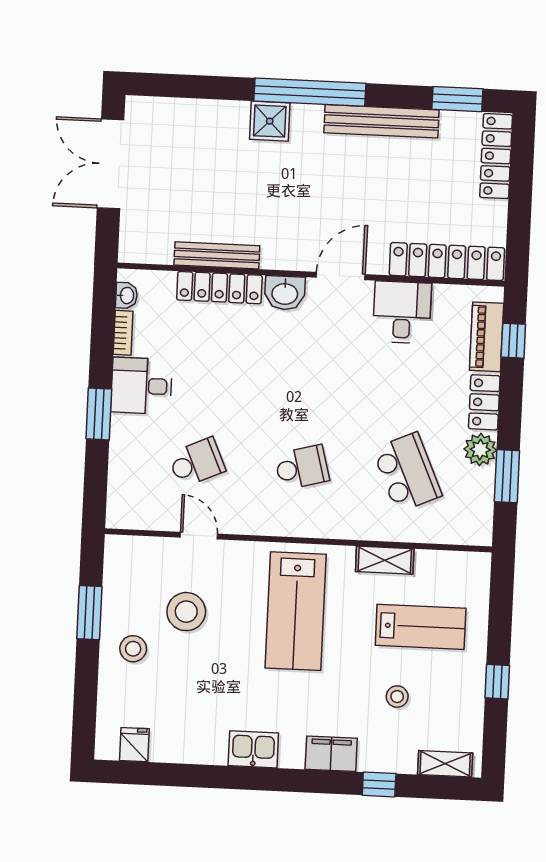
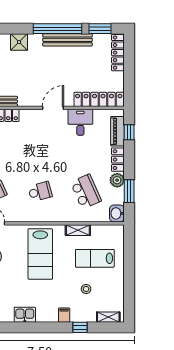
window: (310, 92) -> (58, 29), moved
washbasin: (285, 293) -> (117, 213), moved, turned 90
lab bench: (421, 627) -> (95, 258), turned 180
window: (497, 682) -> (129, 280), removed
filing cabinet: (331, 754) -> (64, 315), width x0.50

